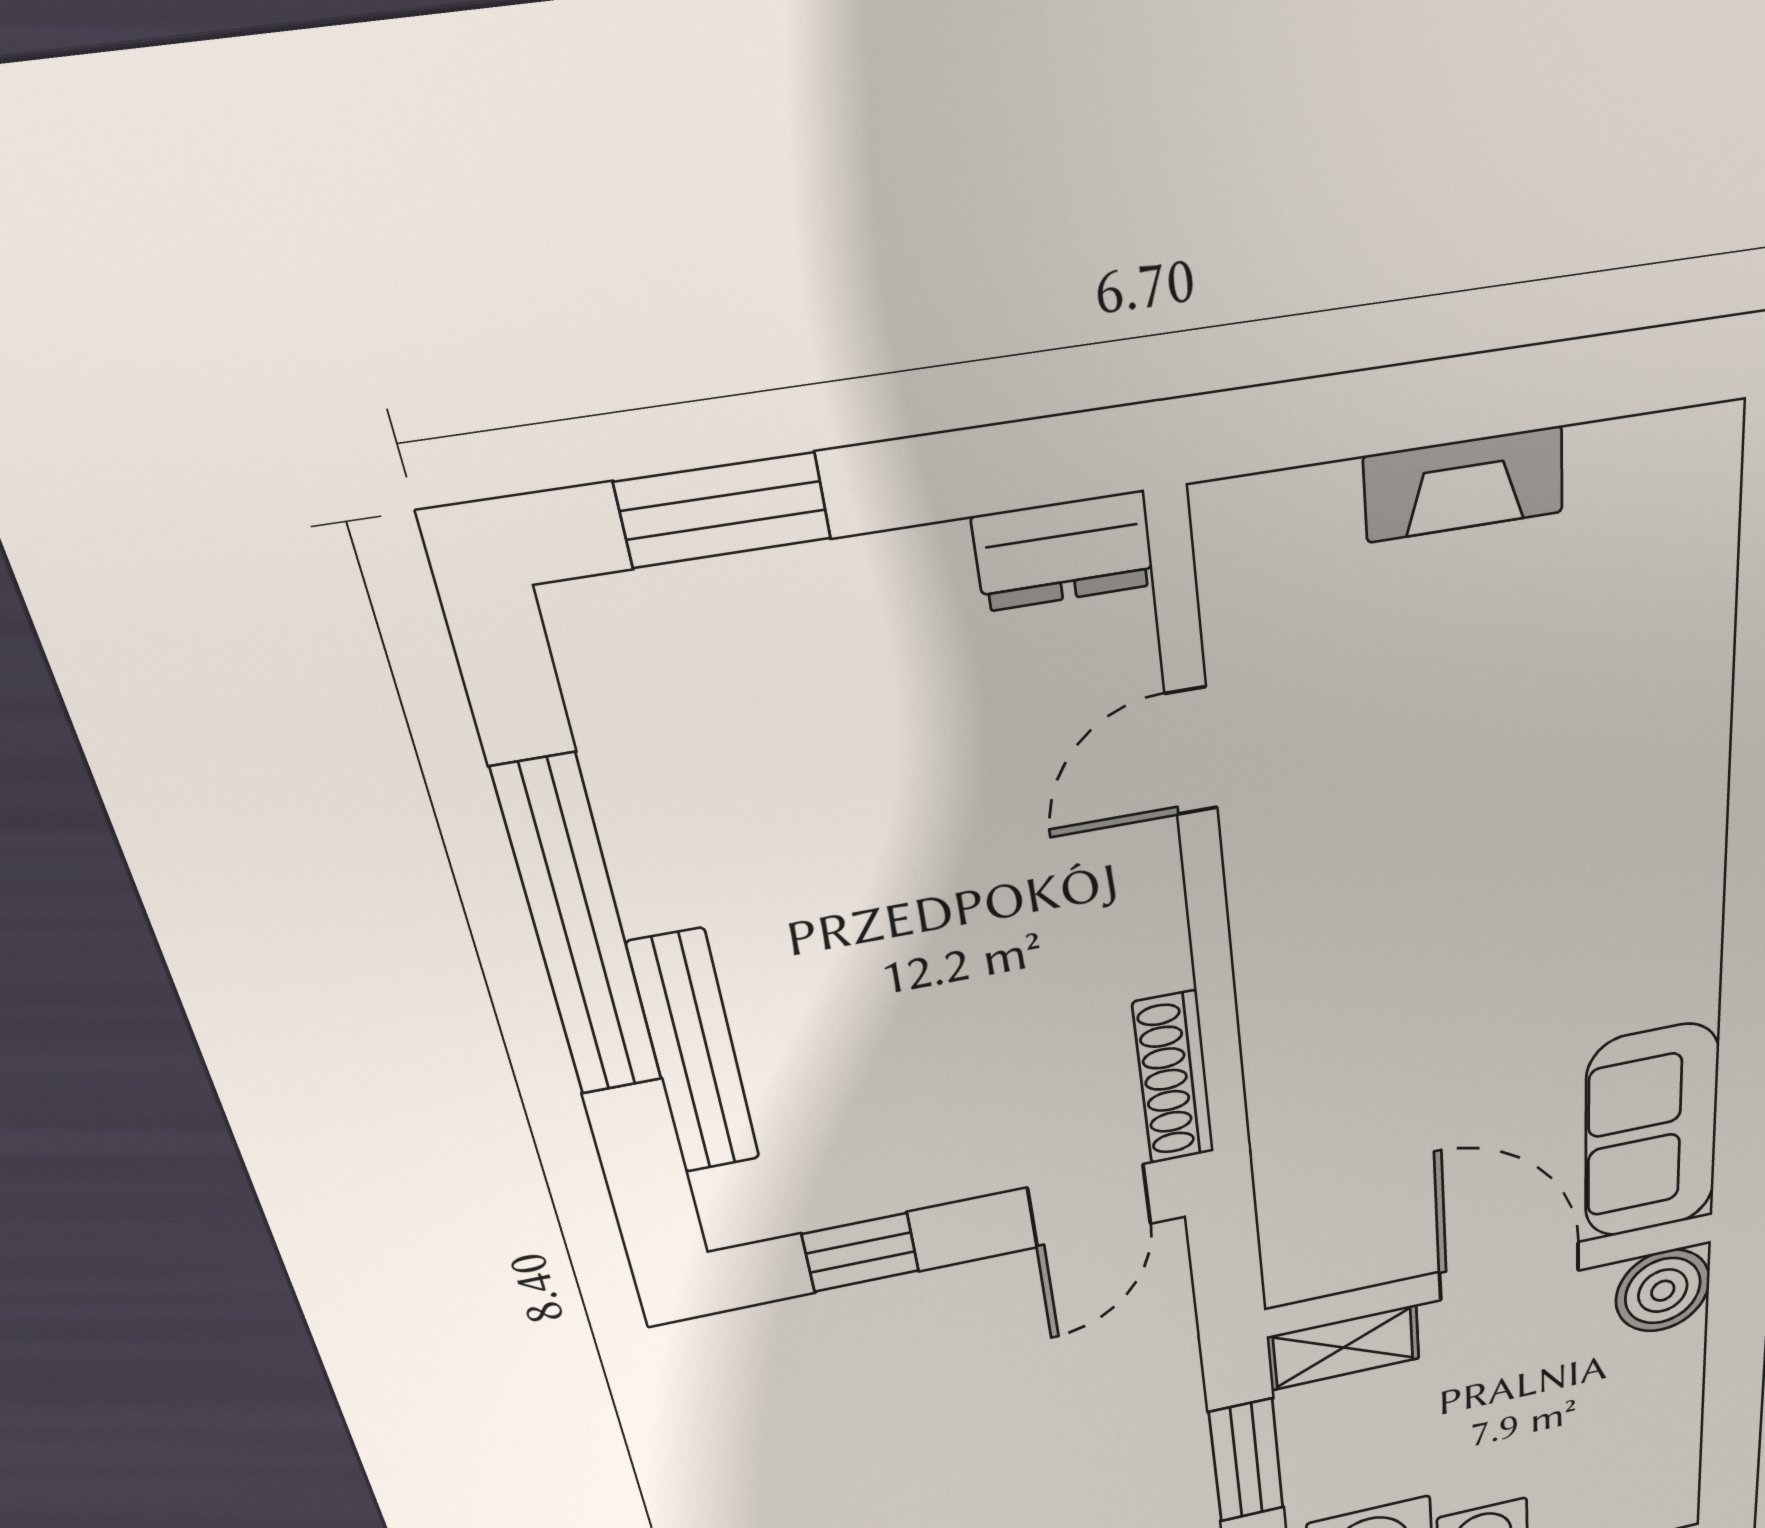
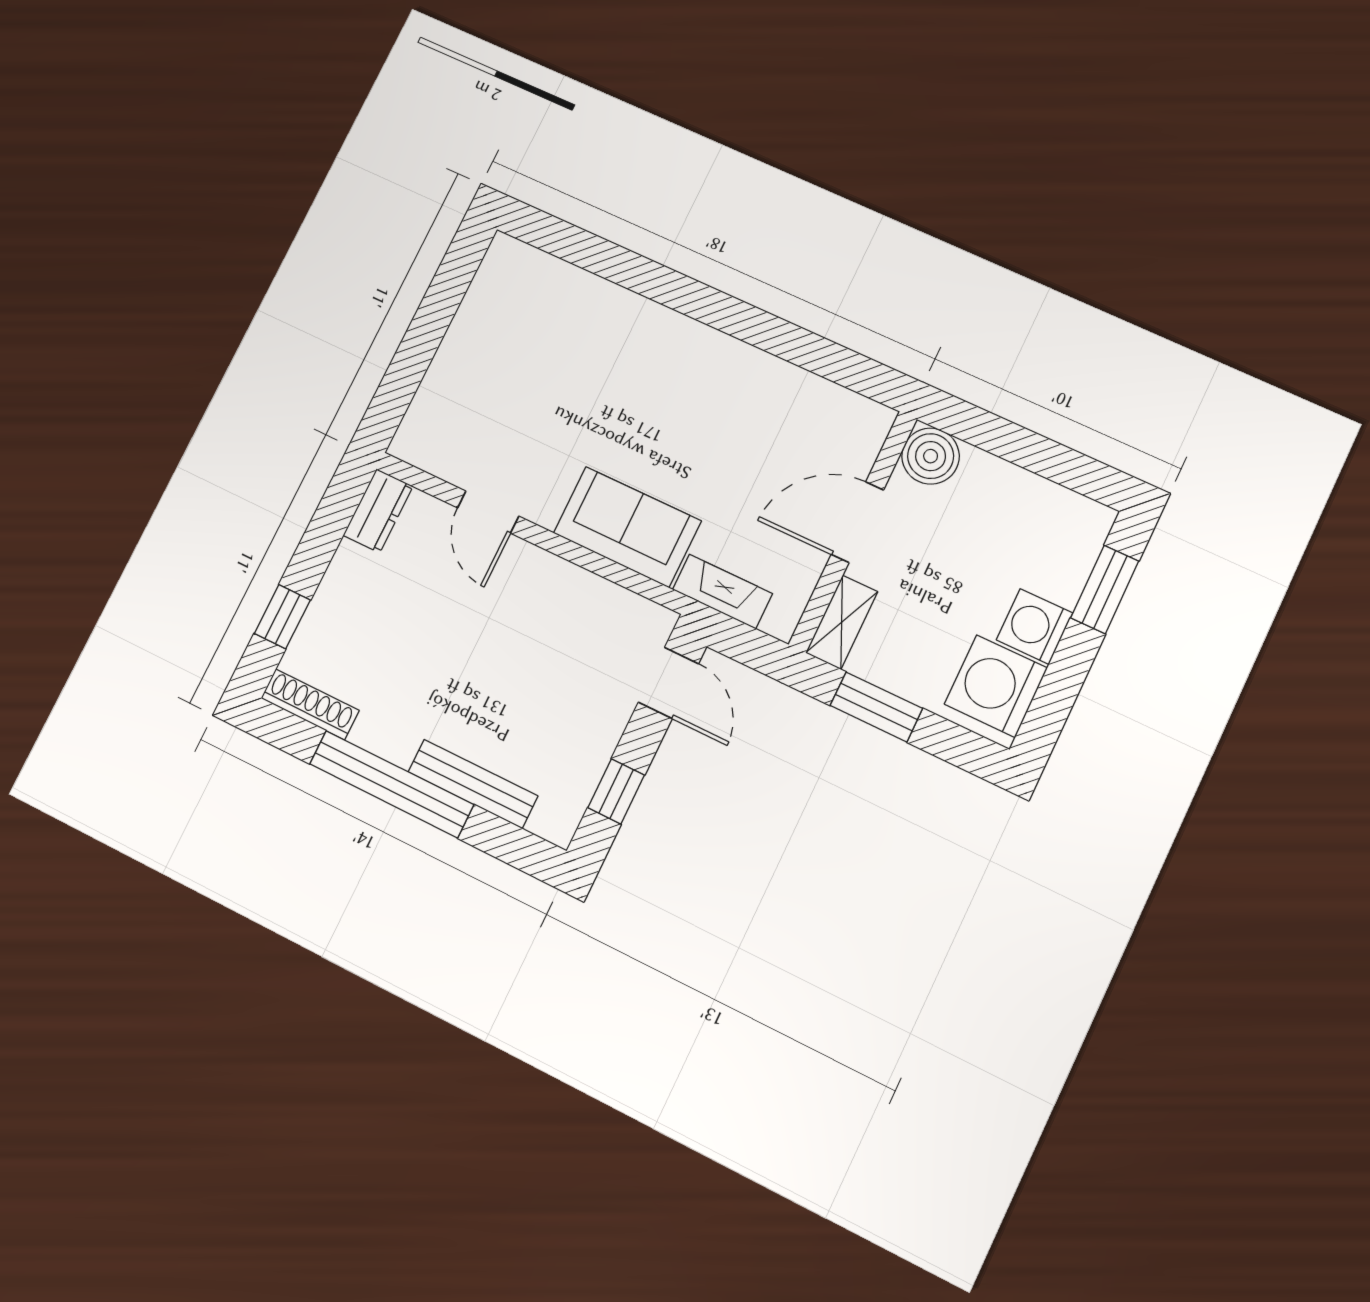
fireplace: (1464, 484) -> (722, 592), moved, turned -90
window: (723, 510) -> (282, 617), width x0.67
shoe rack: (1174, 1078) -> (310, 704), moved, turned 180
sofa: (1651, 1132) -> (627, 527), moved, turned 180

